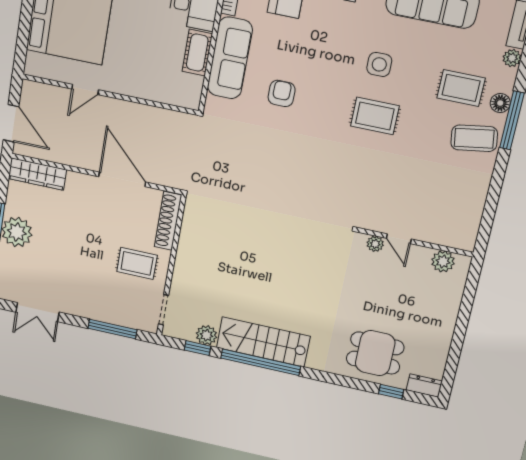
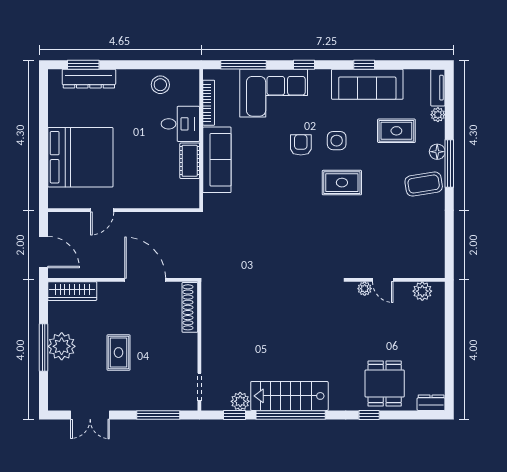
rug: (461, 88) -> (396, 131), moved
armchair: (282, 93) -> (301, 145), moved
rug: (137, 263) -> (119, 353), moved, turned 90
dining table: (375, 353) -> (385, 384), turned 90
window: (391, 392) -> (369, 415), moved

